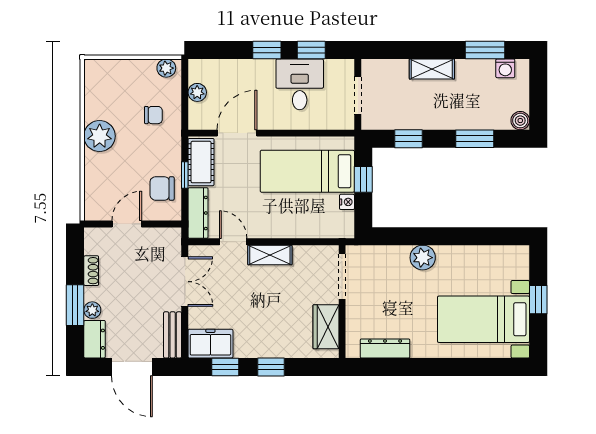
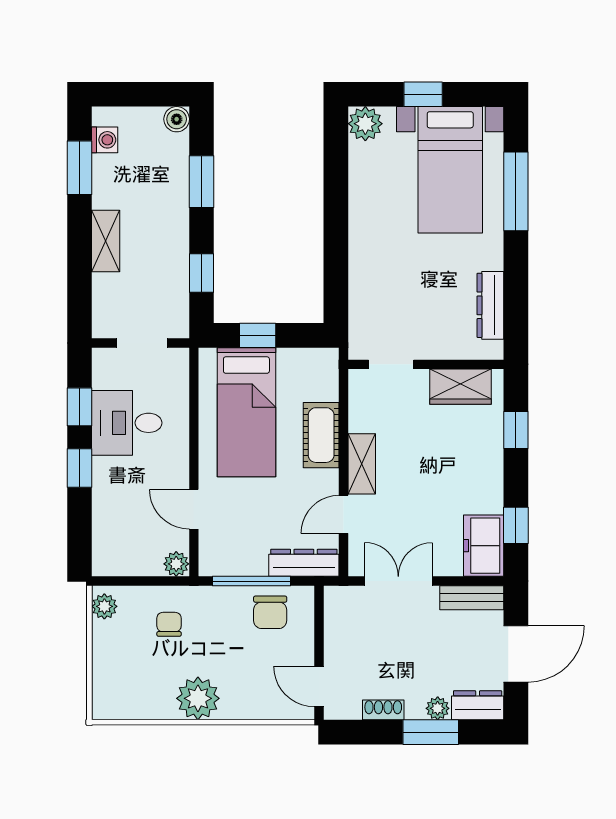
plant: (197, 92) -> (176, 564), moved
door: (237, 133) -> (194, 509), width x0.73
cot: (201, 162) -> (321, 435), moved, turned 90
window: (185, 175) -> (252, 581), width x2.17
nightstand: (347, 202) -> (289, 358), removed
door: (127, 224) -> (319, 686), moved
plant: (423, 258) -> (365, 124), moved
doorway: (342, 276) -> (391, 364), width x0.73
window: (271, 367) -> (516, 430), moved
window: (468, 367) -> (516, 191), added

